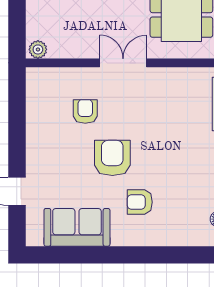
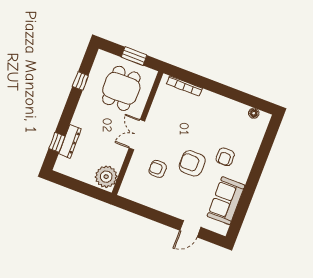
plant: (38, 49) -> (106, 177), width x1.88, depth x1.88

